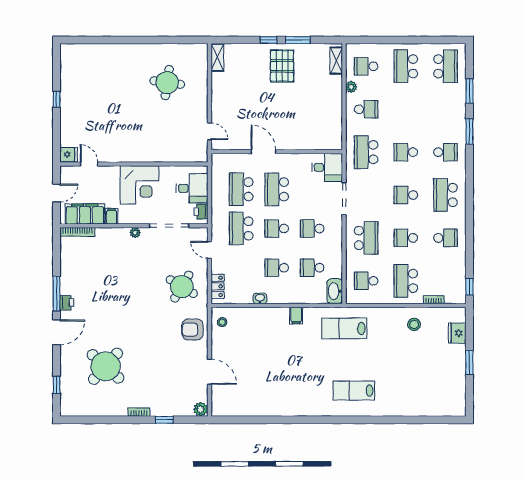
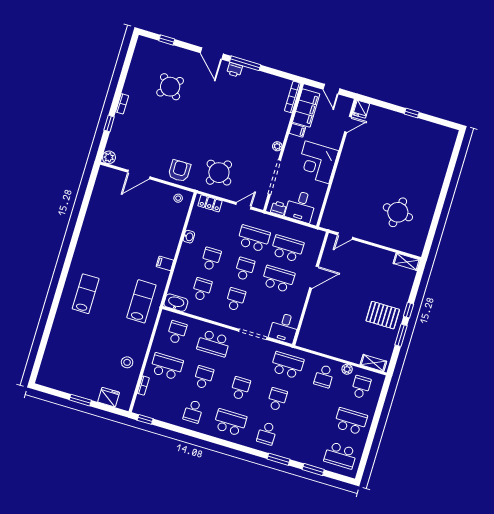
round table: (106, 366) -> (170, 87), width x0.73, depth x0.73

